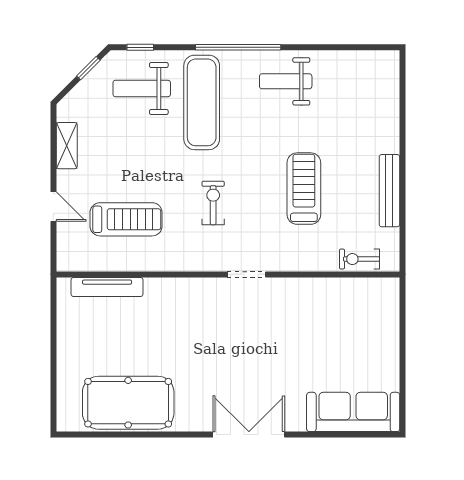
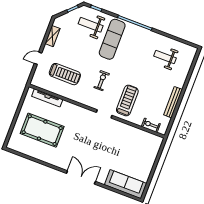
weight bench: (286, 81) -> (165, 57), moved
treadmill: (304, 189) -> (127, 100), moved
door: (53, 207) -> (38, 58), swing flipped
pool table: (128, 403) -> (42, 130), moved

